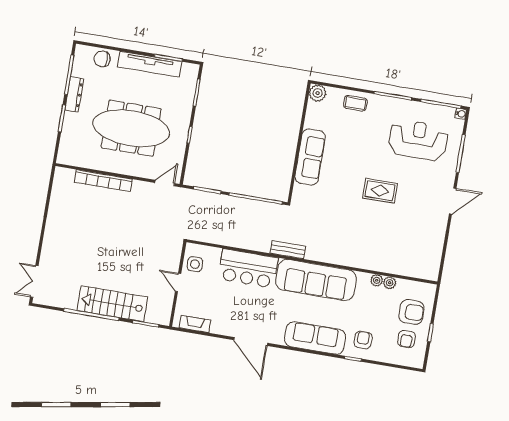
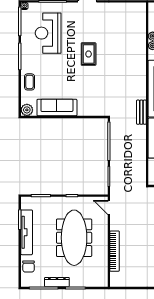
sofa: (310, 157) -> (57, 108), moved

